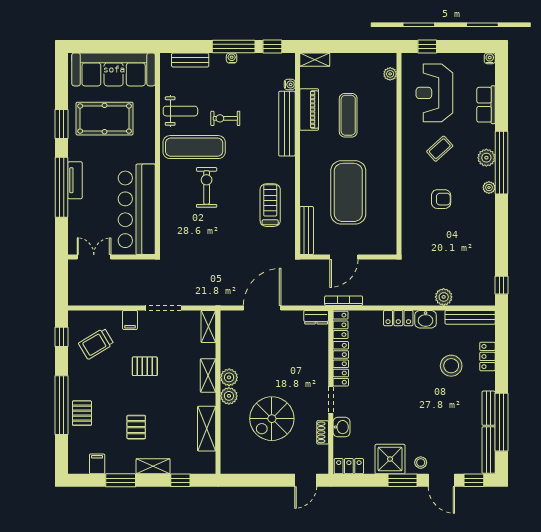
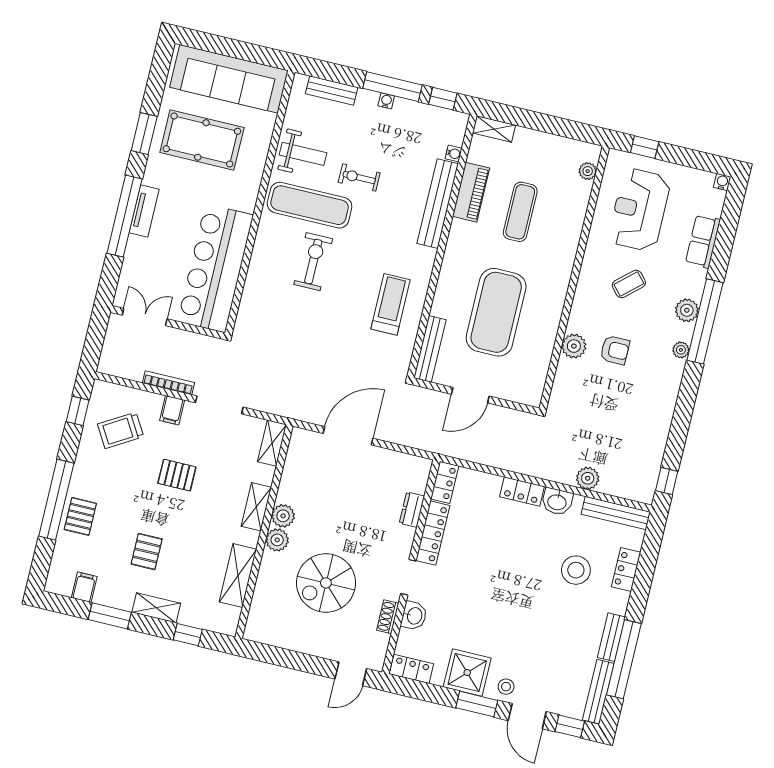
plant: (411, 203) -> (574, 346), added
bookcase: (344, 301) -> (169, 383), moved
dresser: (316, 317) -> (412, 510), moved, turned 90

